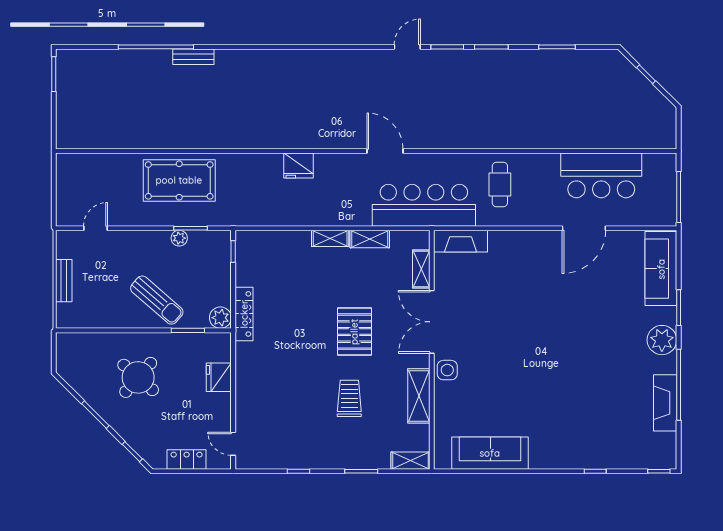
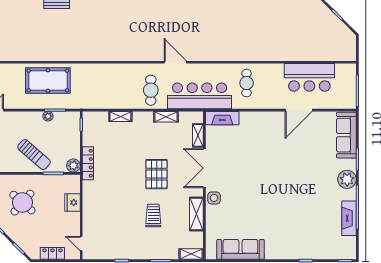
fridge: (298, 166) -> (122, 71), removed
cafe table: (345, 196) -> (151, 90), added
shelving: (330, 238) -> (120, 116), moved

